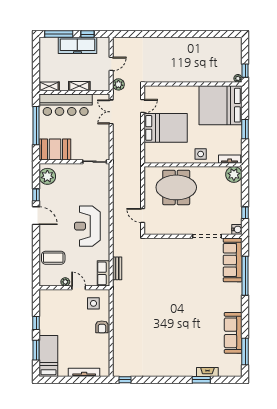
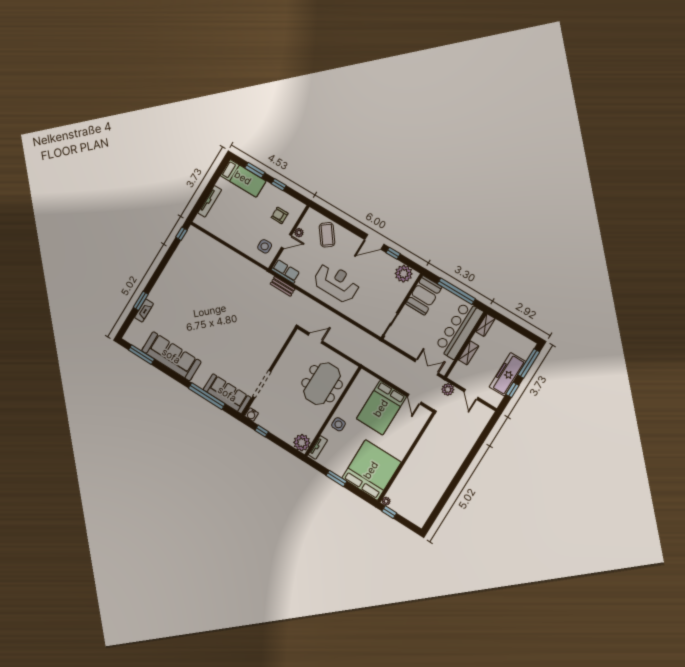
coffee table: (53, 258) -> (327, 235), turned -37
armchair: (102, 327) -> (280, 215), moved
sofa: (233, 333) -> (171, 356), width x1.36, depth x1.27

